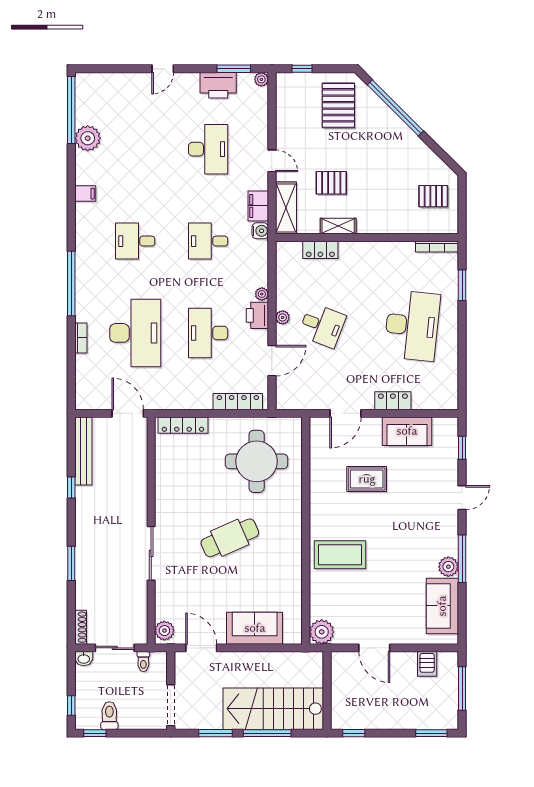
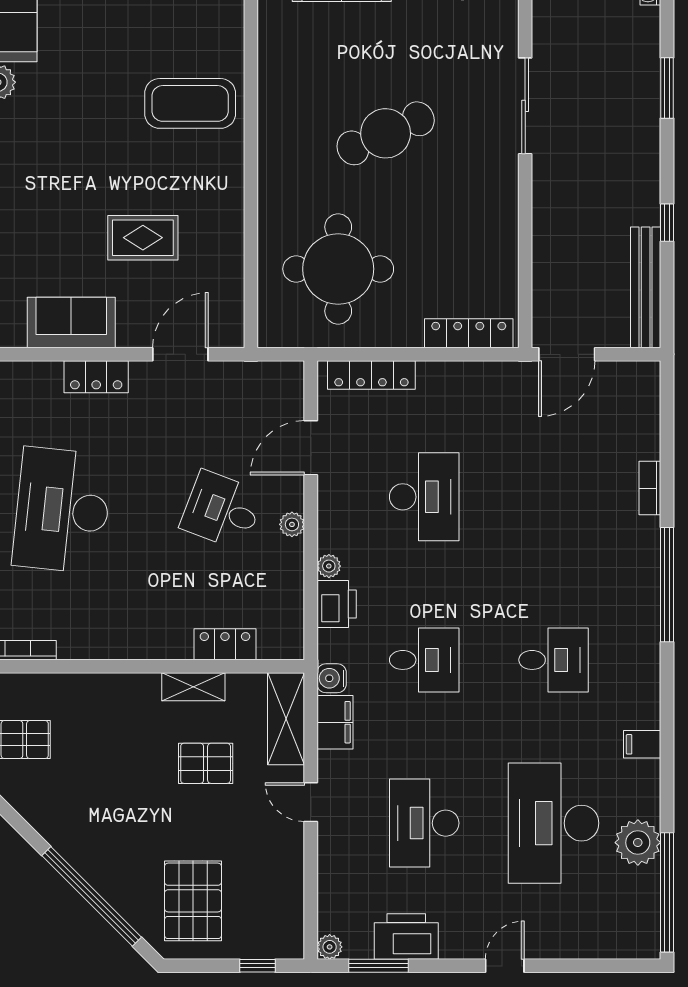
printer: (257, 315) -> (337, 604), moved
desk: (135, 333) -> (554, 823), moved
door: (128, 413) -> (567, 354), hinge flipped

